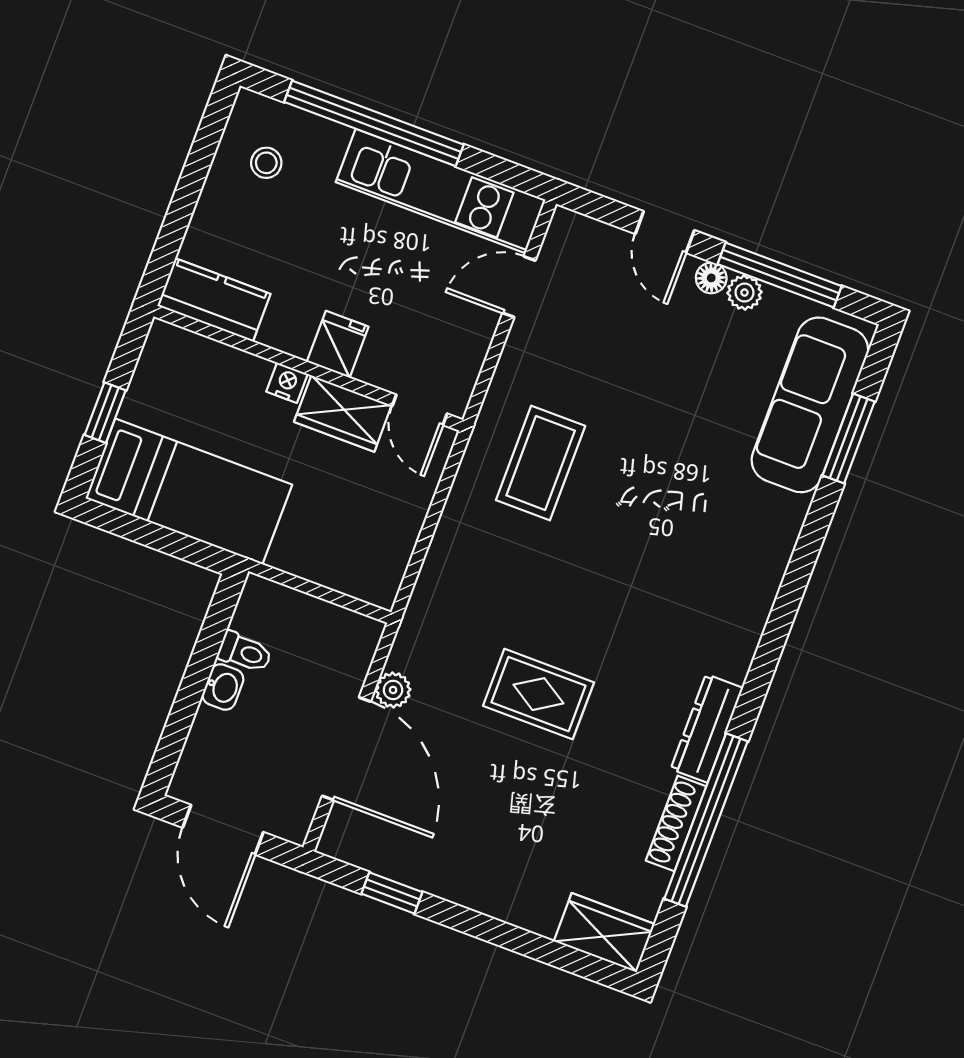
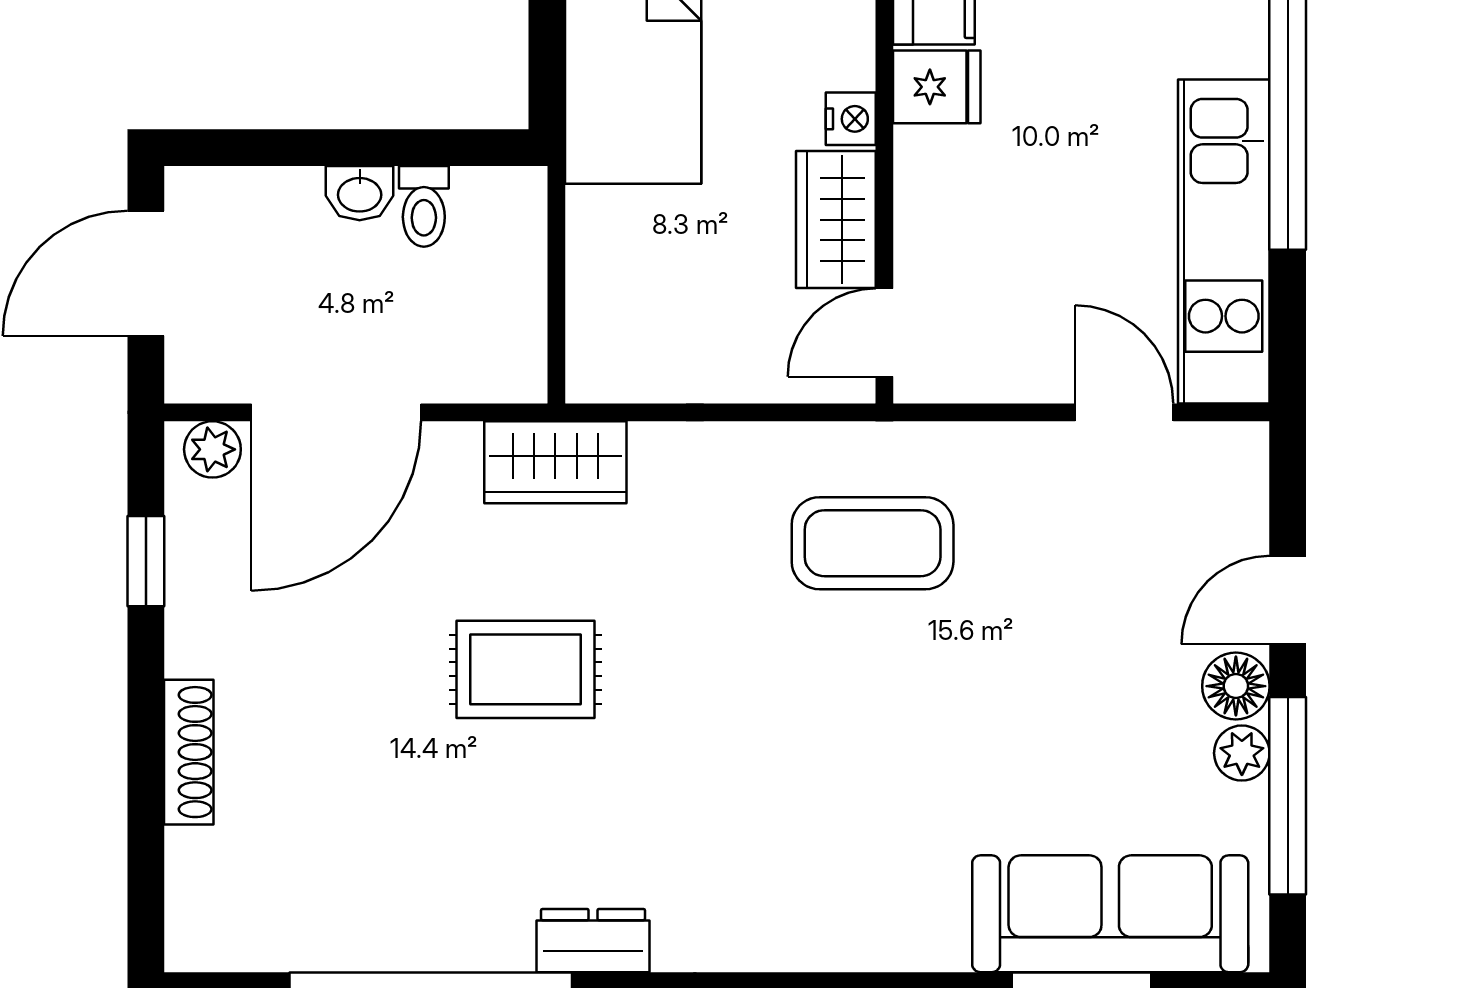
floor lamp: (711, 278) -> (1236, 686), width x1.37, depth x1.37
fridge: (338, 344) -> (937, 87), moved
plant: (393, 690) -> (212, 449), moved
rug: (538, 694) -> (526, 669), turned 90
dresser: (707, 728) -> (593, 941), width x0.70
shoe rack: (676, 823) -> (189, 752), moved, turned 90
wardrobe: (604, 933) -> (555, 462), moved, turned 90

